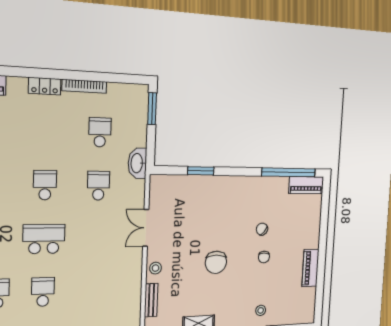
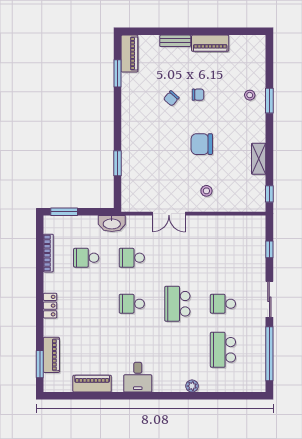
bookcase: (84, 86) -> (48, 253), moved
window: (289, 172) -> (117, 73), width x0.47
chair: (216, 262) -> (202, 144), turned 180
stool: (156, 268) -> (206, 191), moved
bench: (151, 300) -> (175, 41), moved

